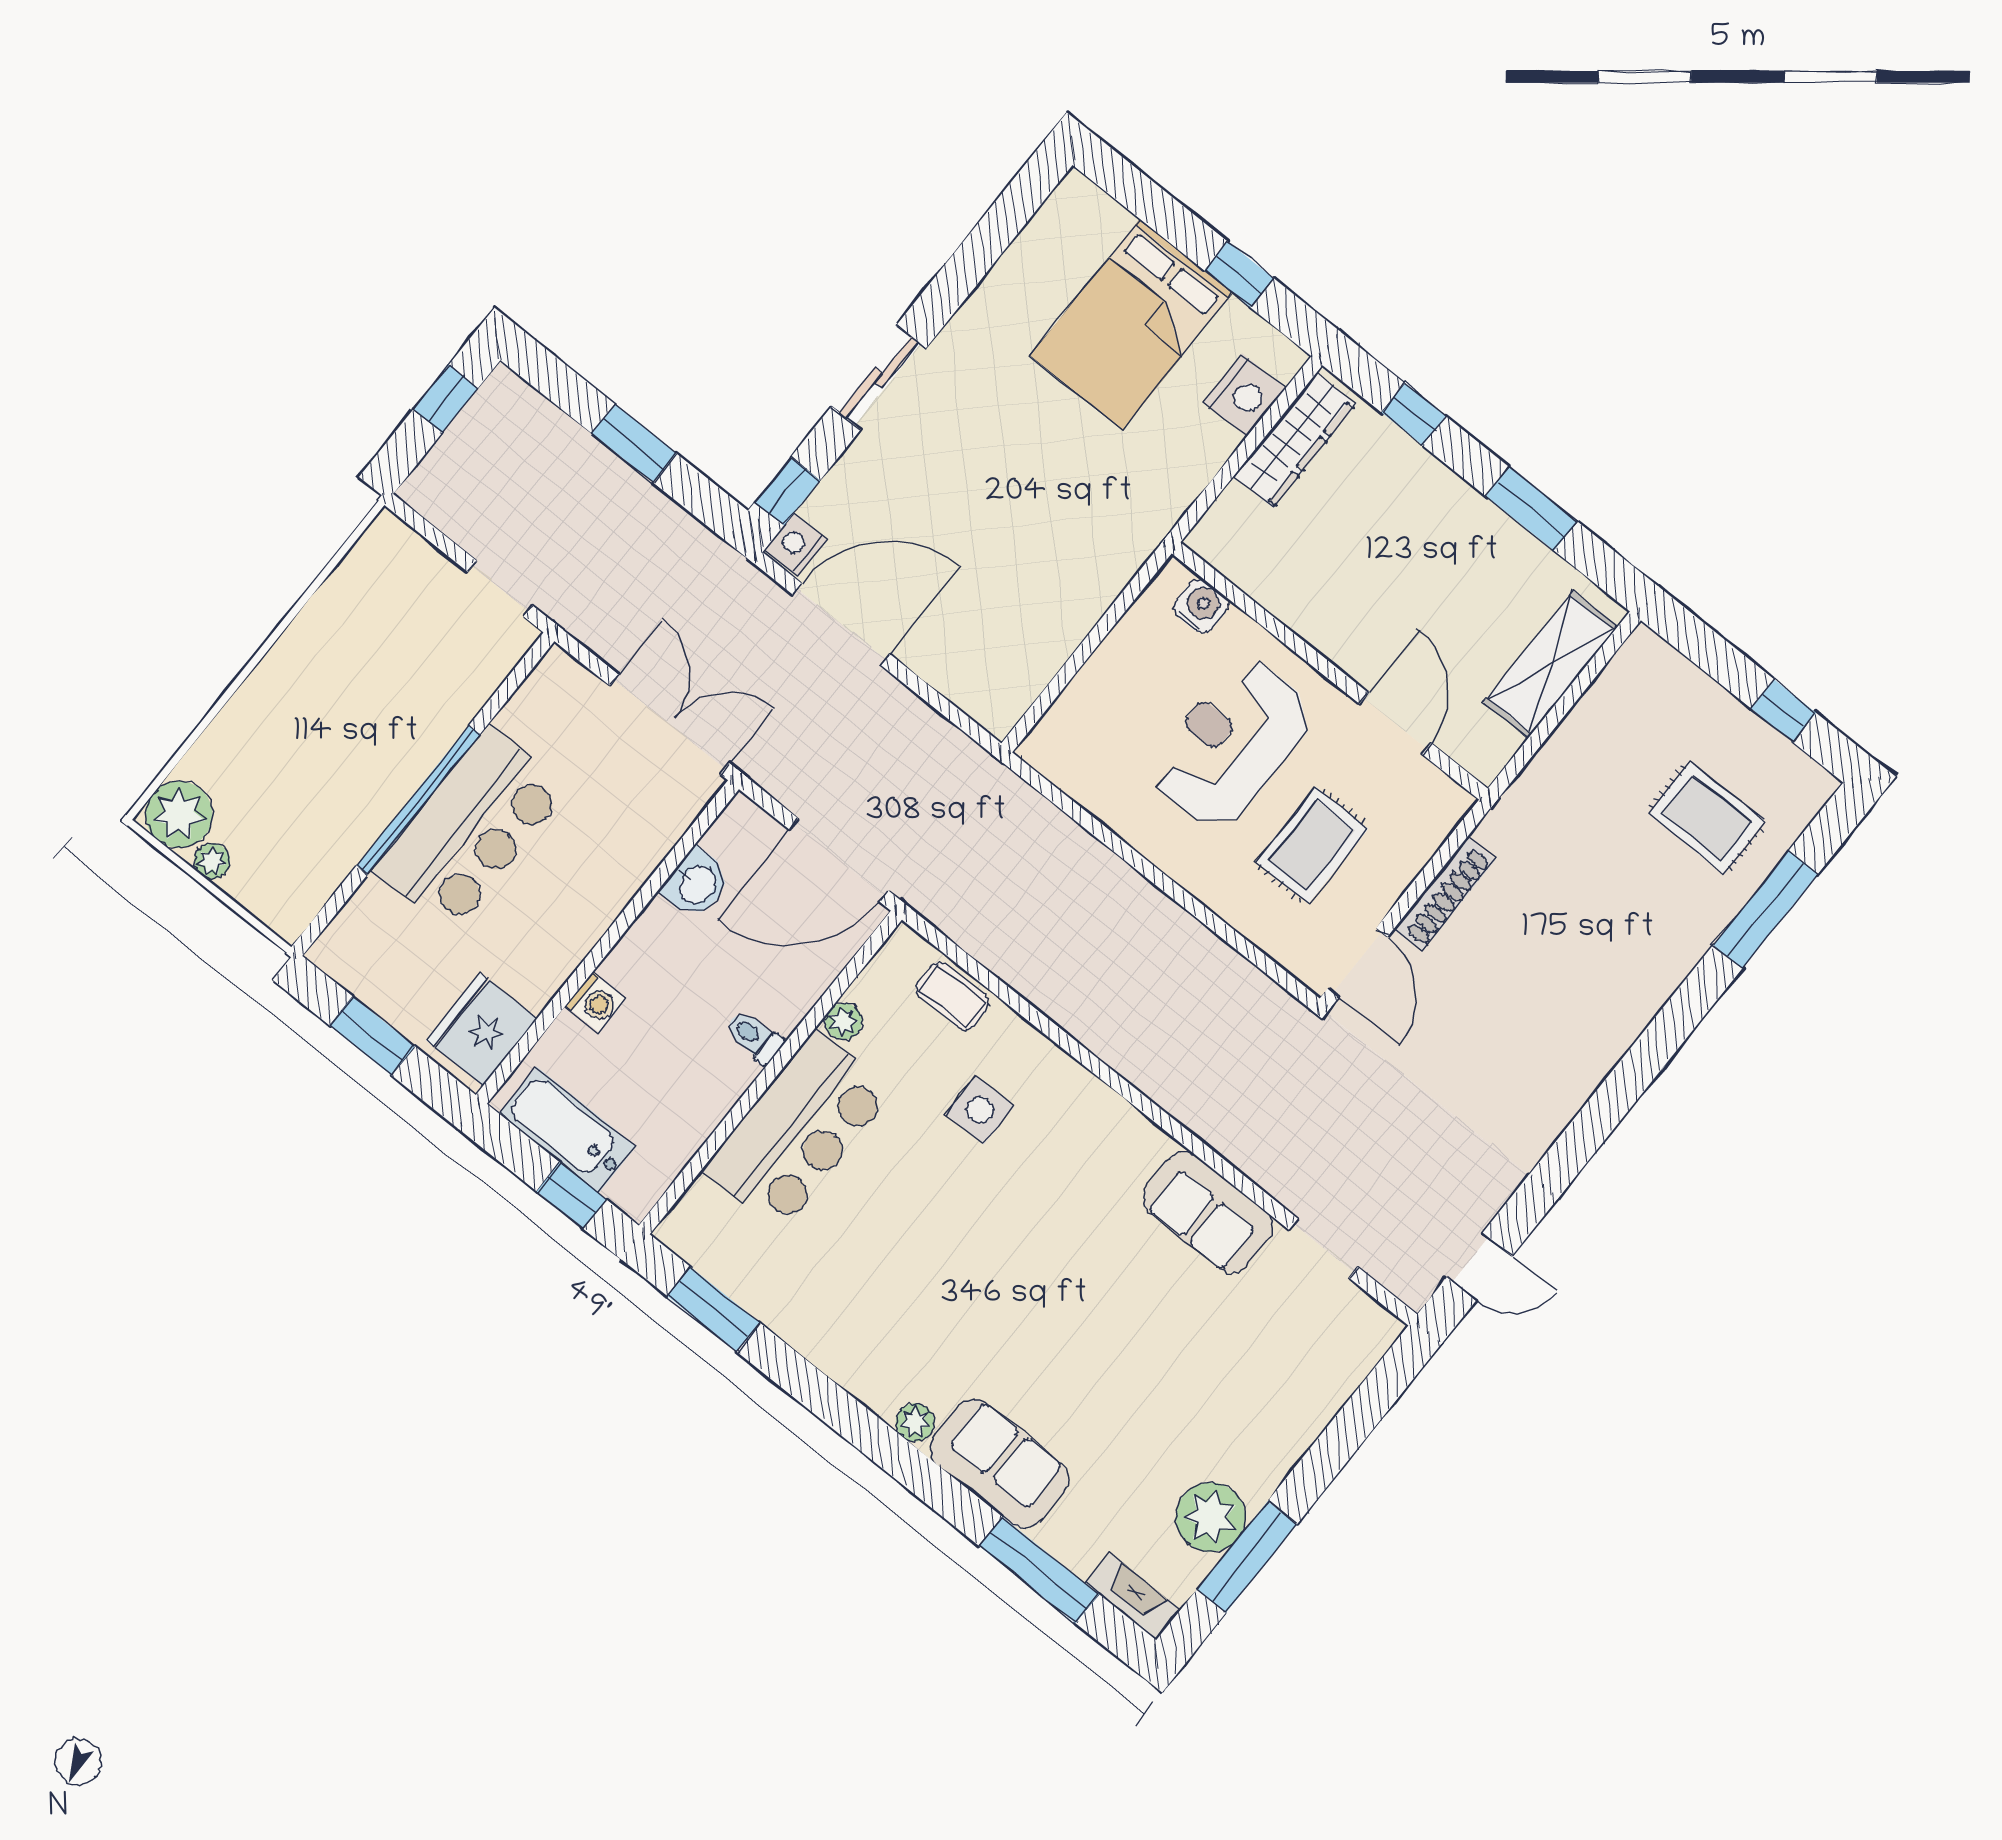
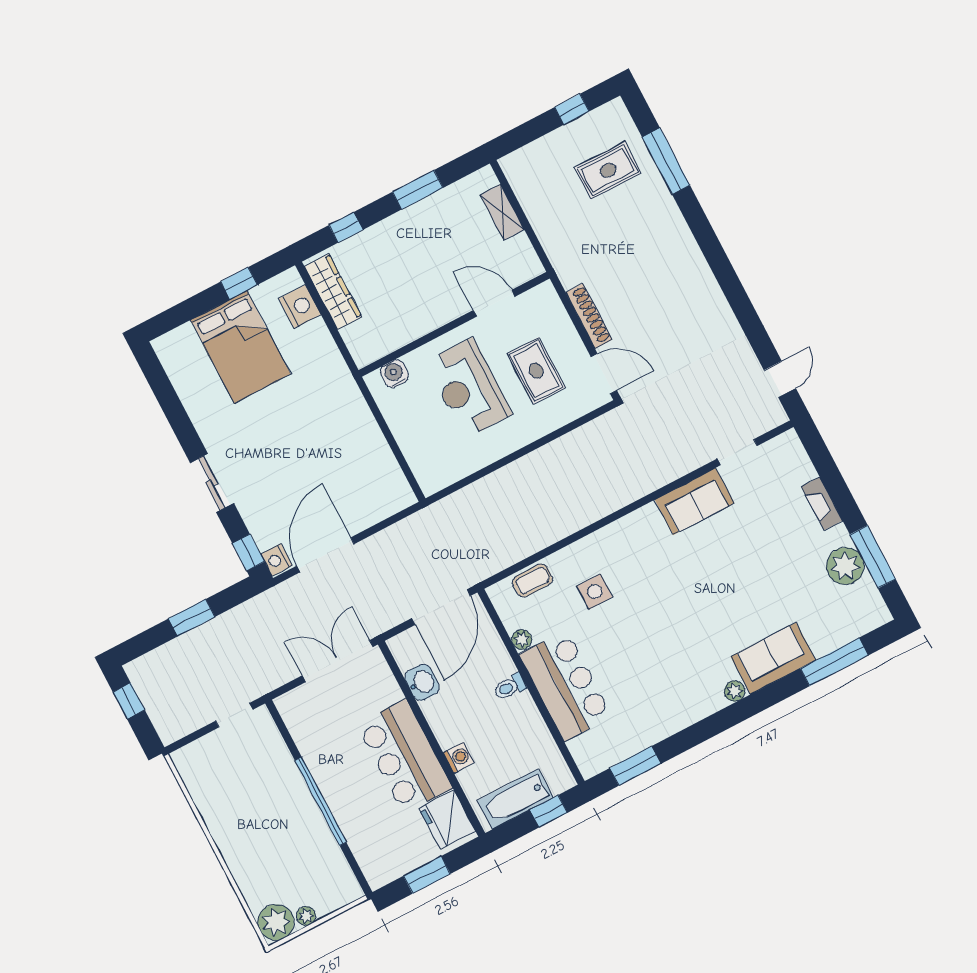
shelving: (1551, 664) -> (502, 212), width x0.67, depth x0.75
bar counter: (471, 829) -> (405, 756), moved, turned 180
fireplace: (1133, 1596) -> (822, 504), moved, turned -90

